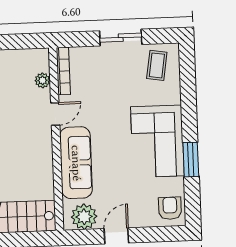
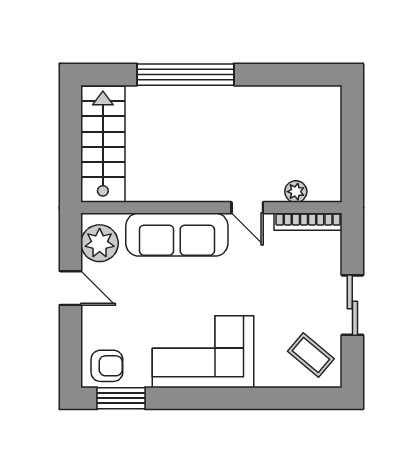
coffee table: (157, 65) -> (311, 355), turned 31
window: (191, 160) -> (121, 398), moved

